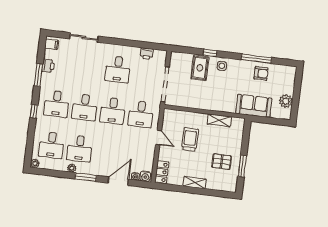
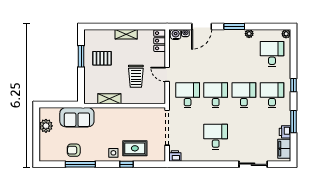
filing cabinet: (52, 44) -> (284, 149), width x2.00
printer: (147, 54) -> (175, 156), moved
rug: (200, 68) -> (135, 148), turned 90
desk: (80, 149) -> (244, 54), removed

